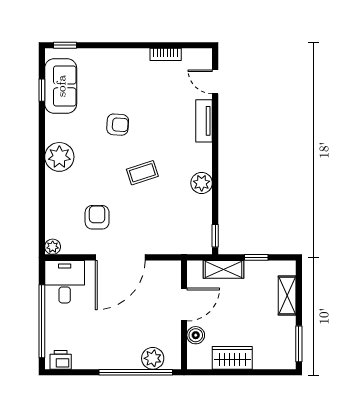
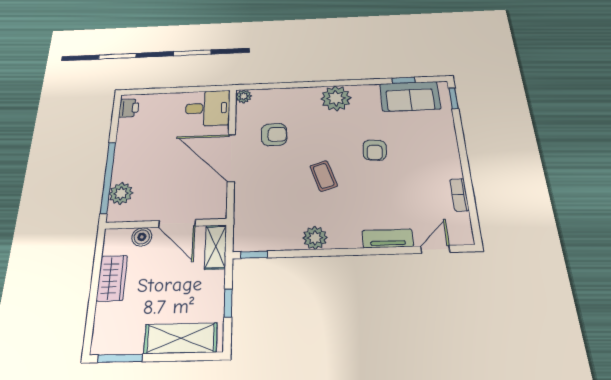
shelving: (223, 269) -> (216, 247), moved
shelving: (287, 295) -> (181, 338), width x1.50, depth x1.33
window: (42, 321) -> (169, 90), removed

